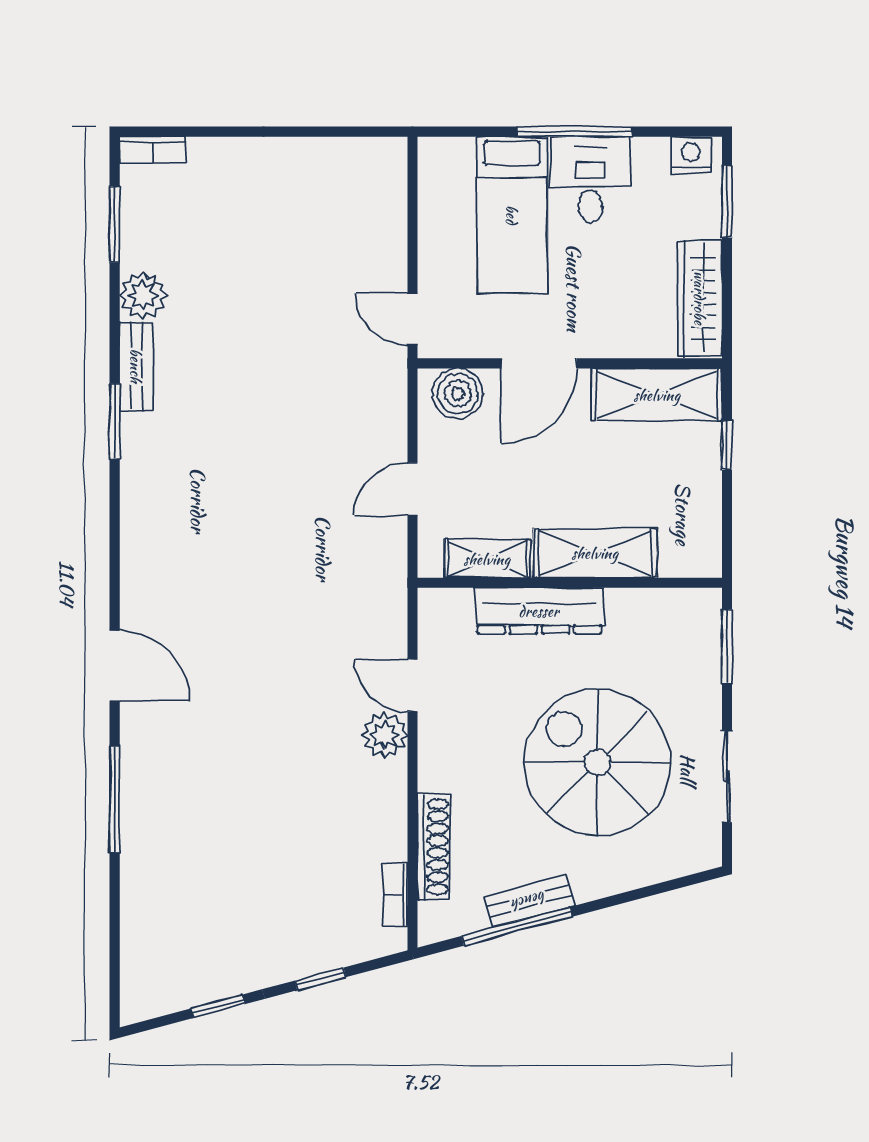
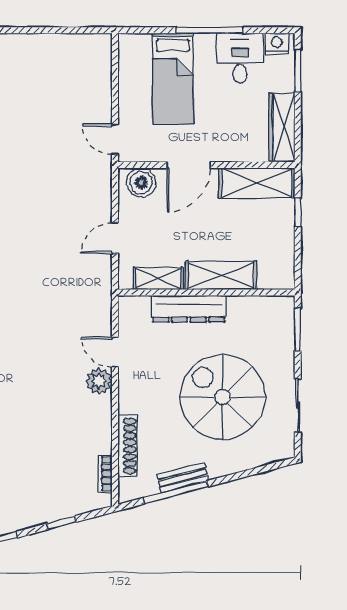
desk: (590, 180) -> (240, 58), moved

